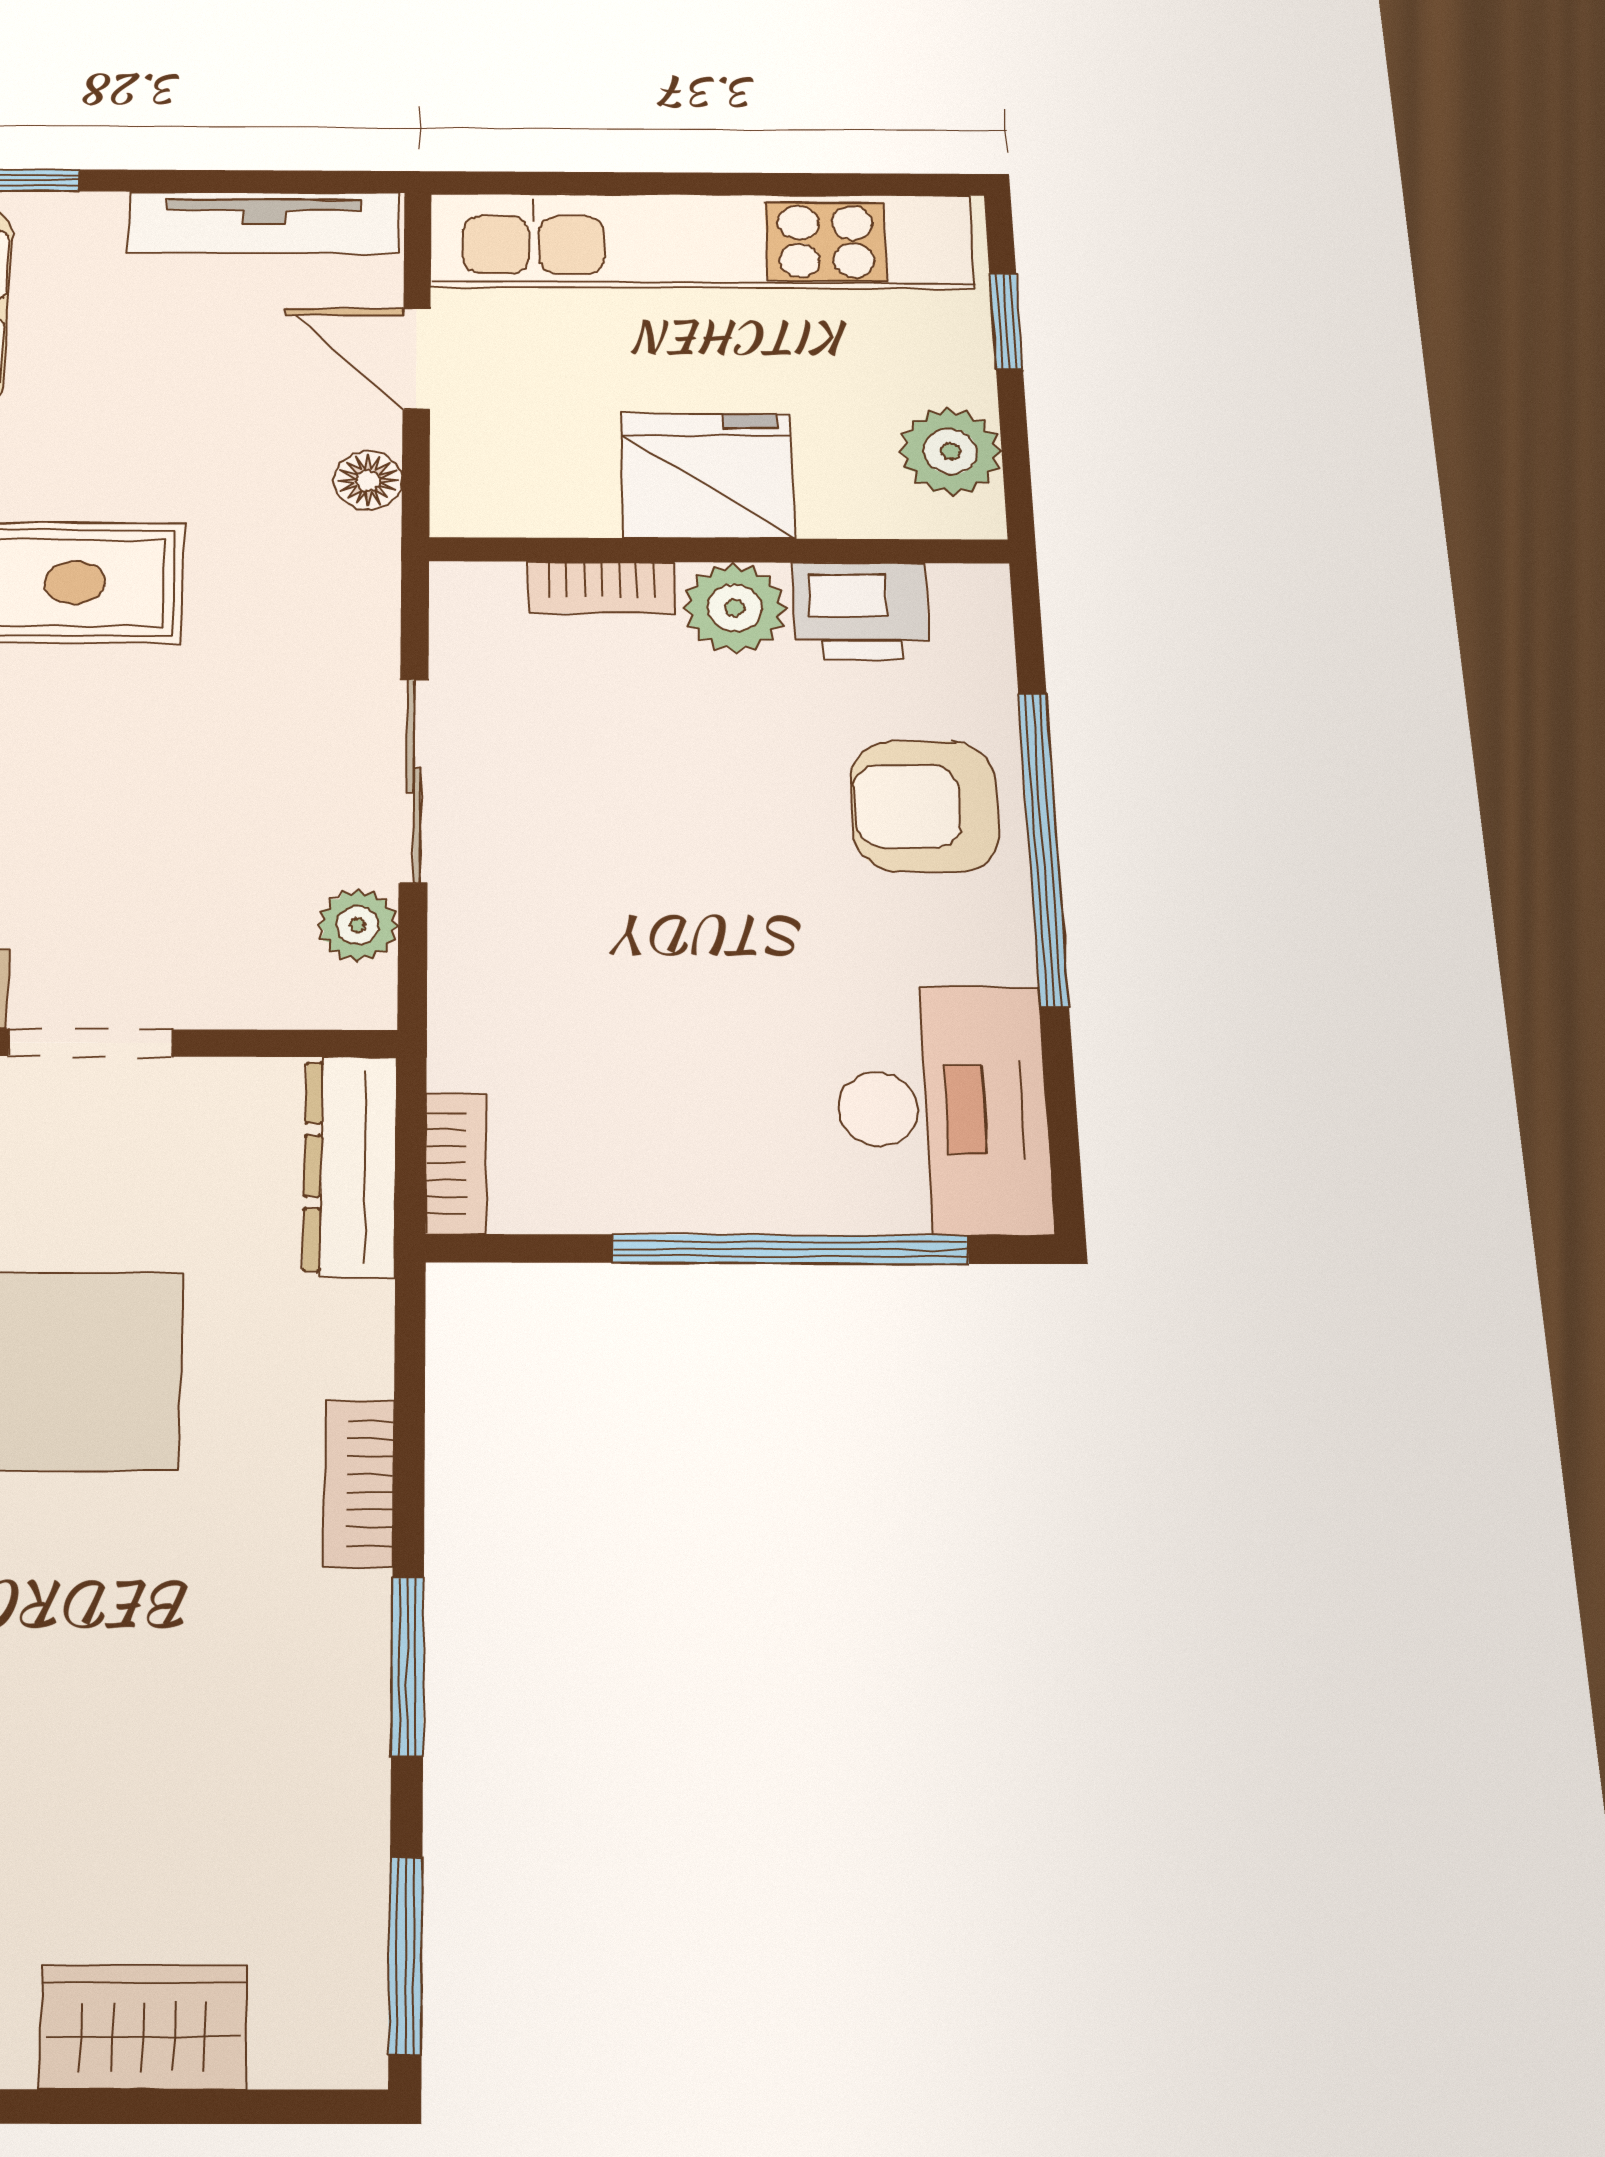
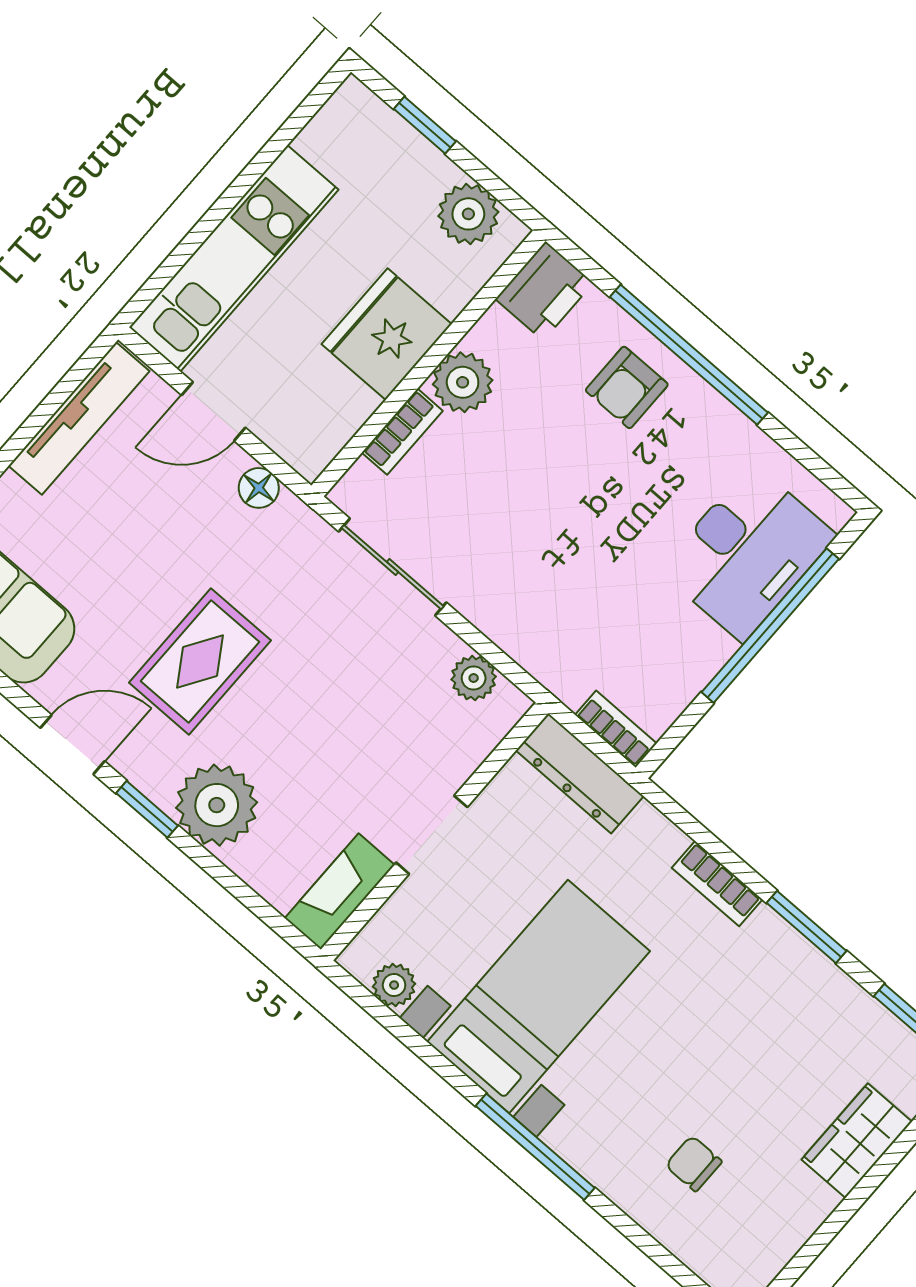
kitchen unit: (702, 241) -> (234, 258), width x0.73
printer: (861, 611) -> (544, 291), moved
sliding door: (414, 780) -> (393, 567), moved
armchair: (925, 806) -> (627, 387), width x0.72, depth x0.72
desk: (943, 1109) -> (747, 553), moved, turned 90

